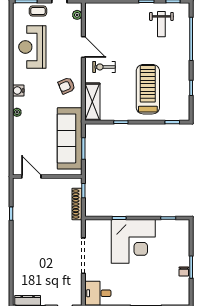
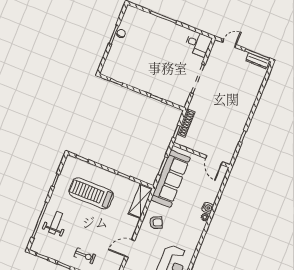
weight bench: (161, 24) -> (56, 223), moved
door: (83, 47) -> (130, 249), hinge flipped
exercise bike: (104, 67) -> (85, 256), moved
treadmill: (148, 89) -> (91, 193), turned 90
water cooler: (18, 91) -> (208, 208), moved
corner desk: (133, 241) -> (152, 74), removed

